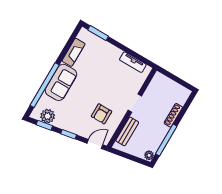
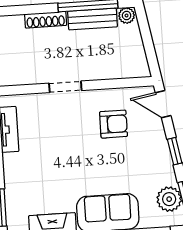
bench: (127, 131) -> (92, 19), moved

